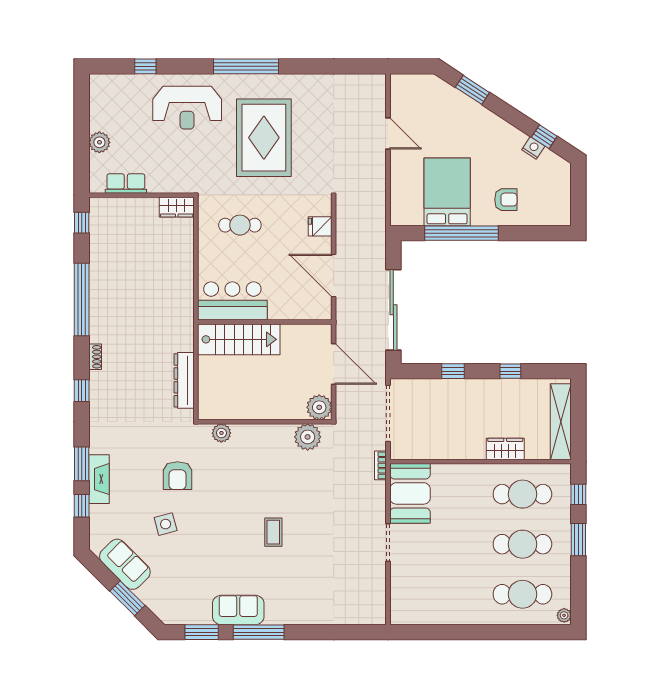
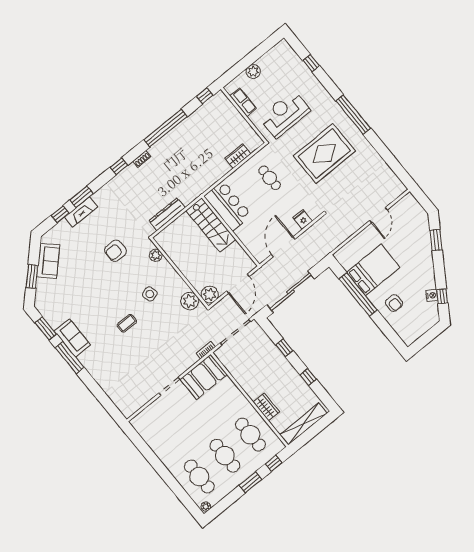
reception desk: (187, 108) -> (285, 114), moved, turned 90
wardrobe: (177, 207) -> (238, 156), moved, turned 90
side table: (166, 524) -> (150, 294), moved

